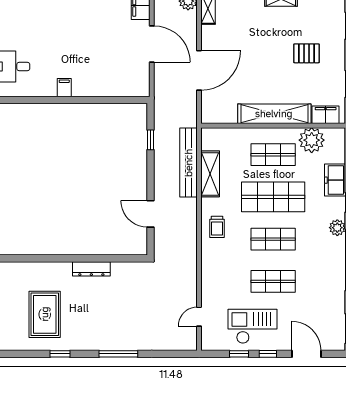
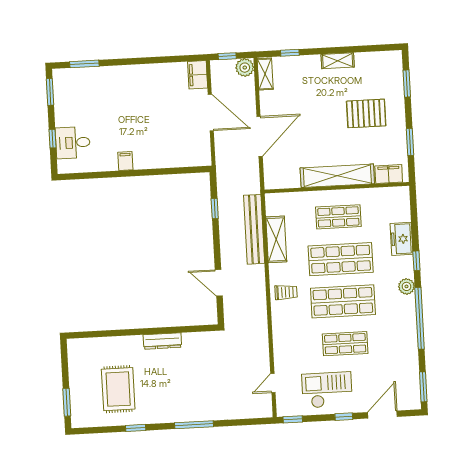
pallet: (306, 53) -> (366, 113), width x1.50, depth x1.42
plant: (312, 140) -> (376, 200), removed
trolley: (217, 227) -> (286, 292), turned -90
shop shelf: (273, 239) -> (343, 301), width x1.43, depth x1.36
window: (239, 354) -> (293, 419), moved
door: (306, 354) -> (382, 415), hinge flipped

